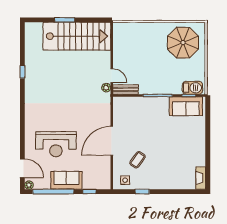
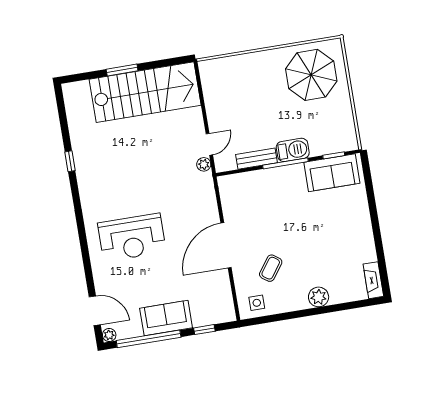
door: (112, 76) -> (209, 144), hinge flipped
barbecue: (192, 88) -> (293, 150), moved
bench: (126, 90) -> (257, 159), moved
reception desk: (56, 144) -> (132, 237), moved
plant: (165, 183) -> (319, 297), added
window: (142, 192) -> (286, 316), removed

